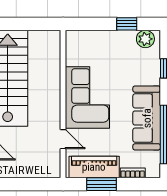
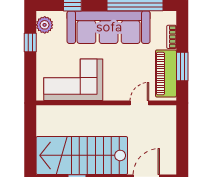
corner sofa: (87, 98) -> (73, 80), moved
sofa: (147, 118) -> (109, 27), width x1.36, depth x1.27

